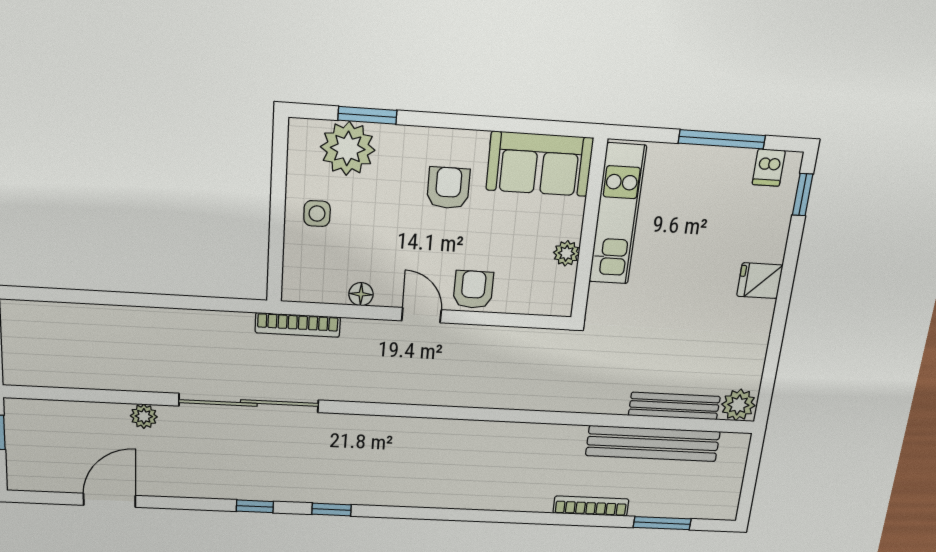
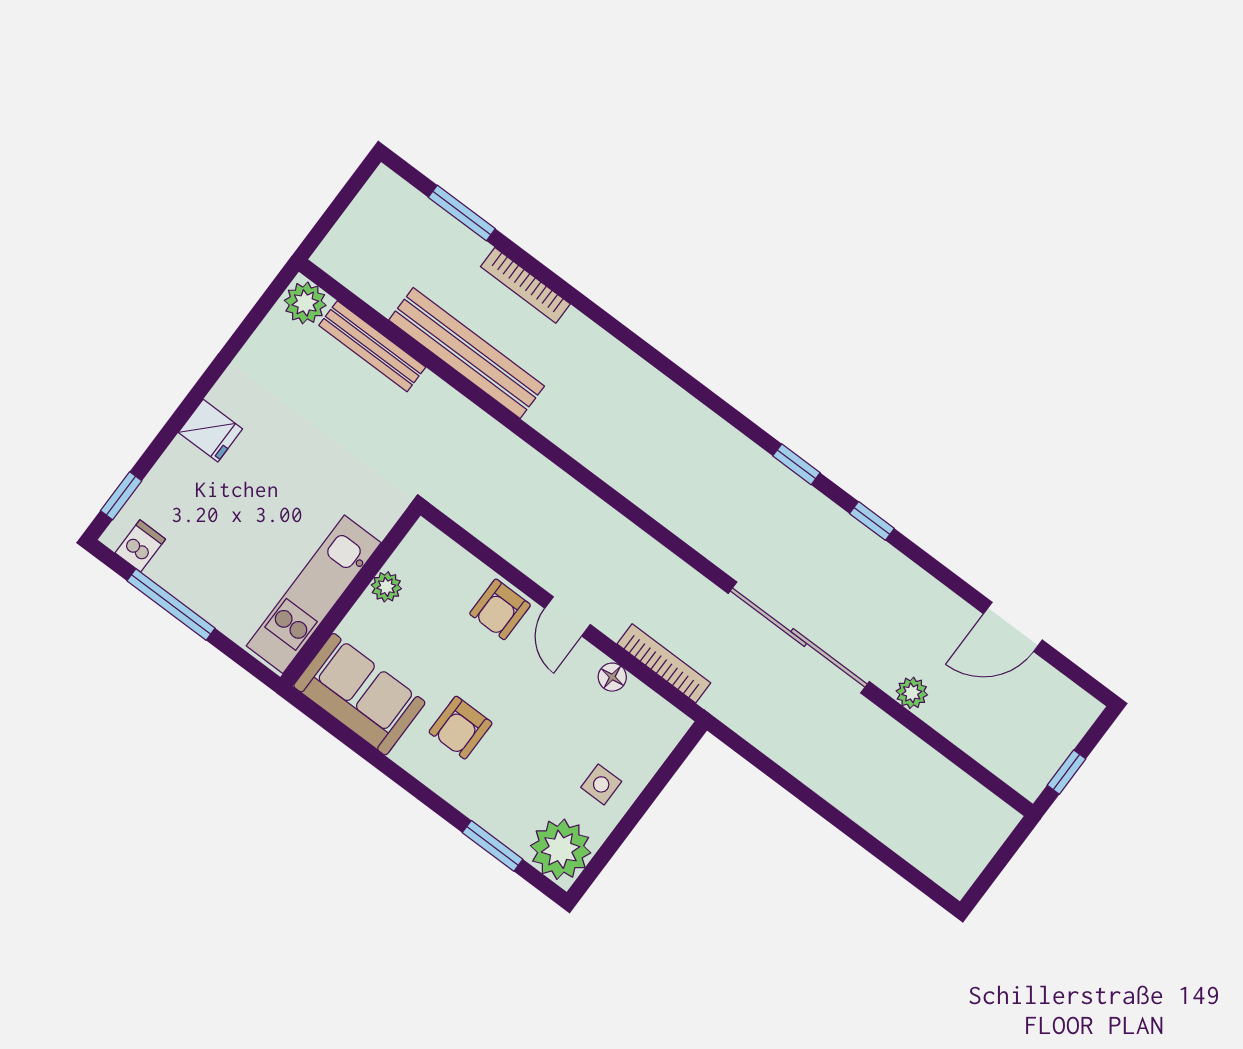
plant: (348, 148) -> (561, 849), moved
bookcase: (298, 325) -> (664, 663), moved
bench: (653, 444) -> (467, 353), moved

